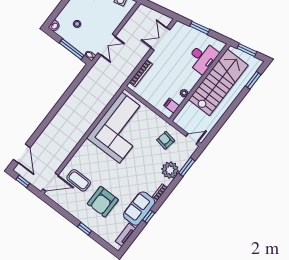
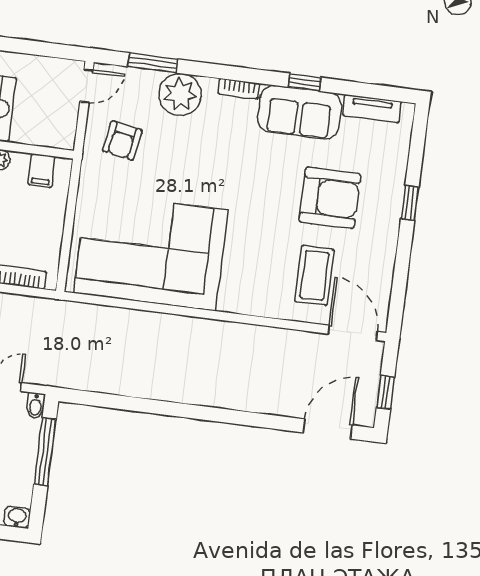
door: (192, 139) -> (86, 86), swing flipped

